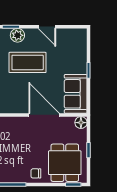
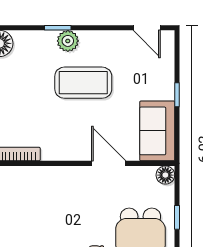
door: (47, 27) -> (147, 28), moved
door: (44, 115) -> (109, 163), width x0.73

